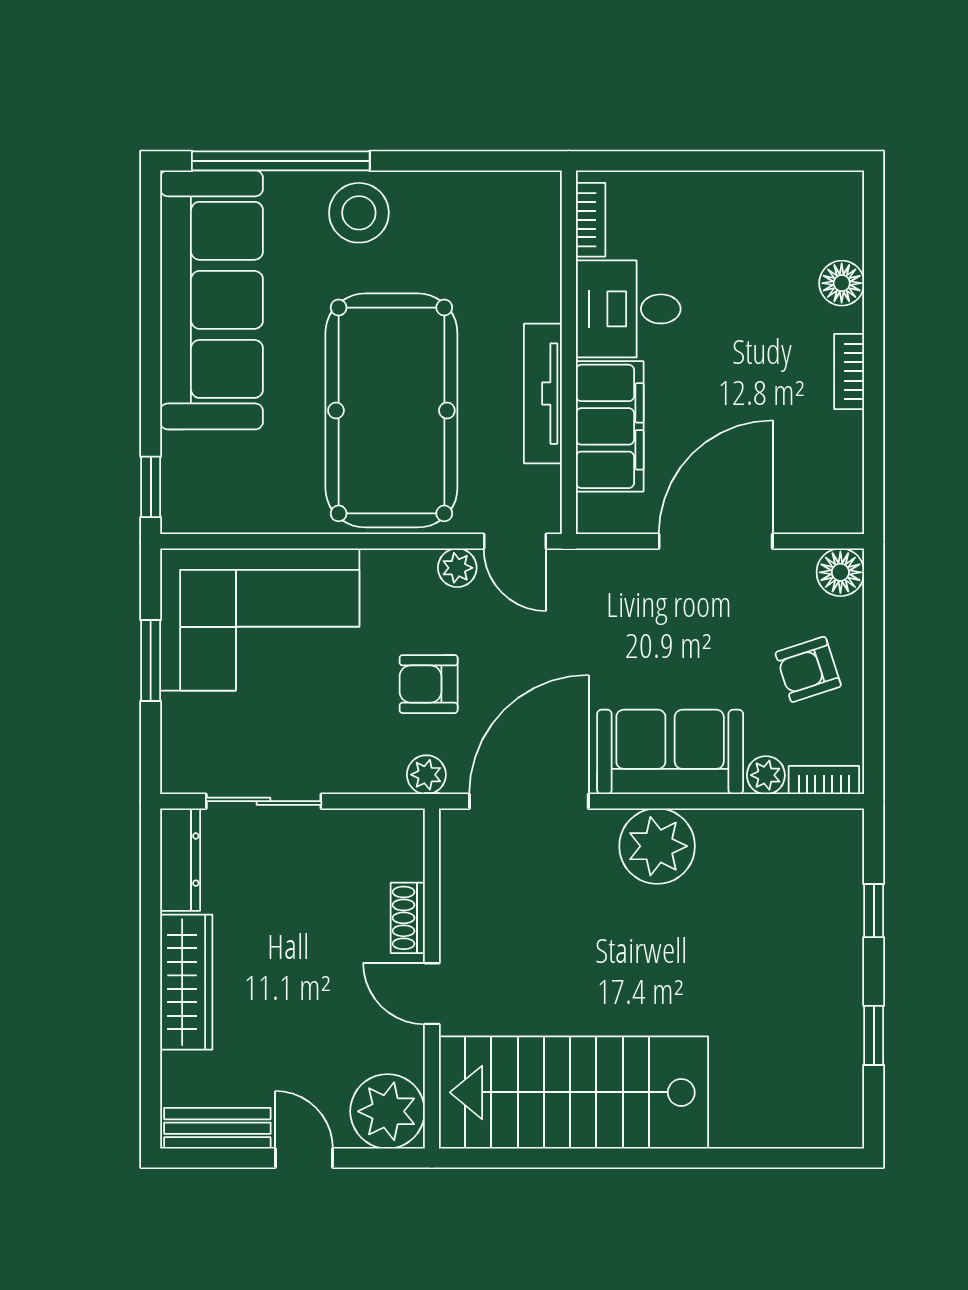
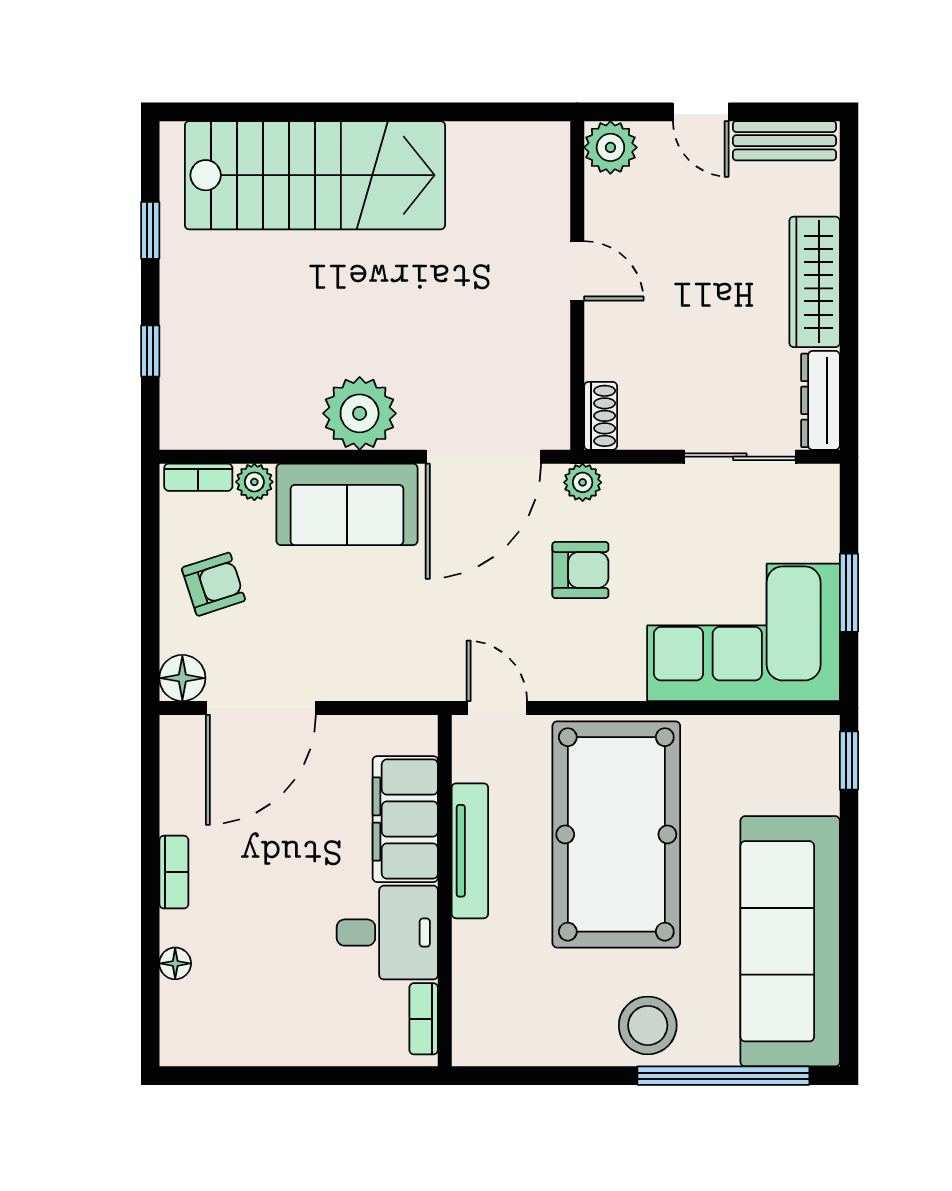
floor lamp: (842, 283) -> (175, 963), width x0.73, depth x0.73
door: (716, 541) -> (261, 708), moved
plant: (457, 568) -> (553, 682), removed
shoe rack: (408, 918) -> (601, 416), moved
stairs: (574, 1092) -> (315, 175), moved
plant: (387, 1111) -> (610, 147), width x0.73, depth x0.73

